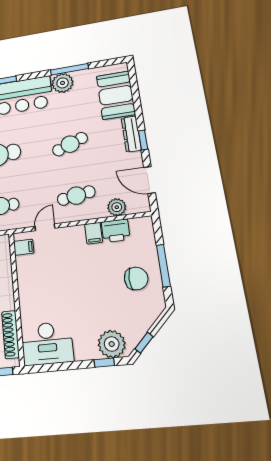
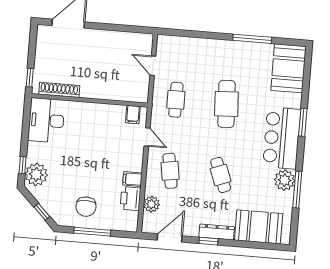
window: (144, 343) -> (42, 212), moved

